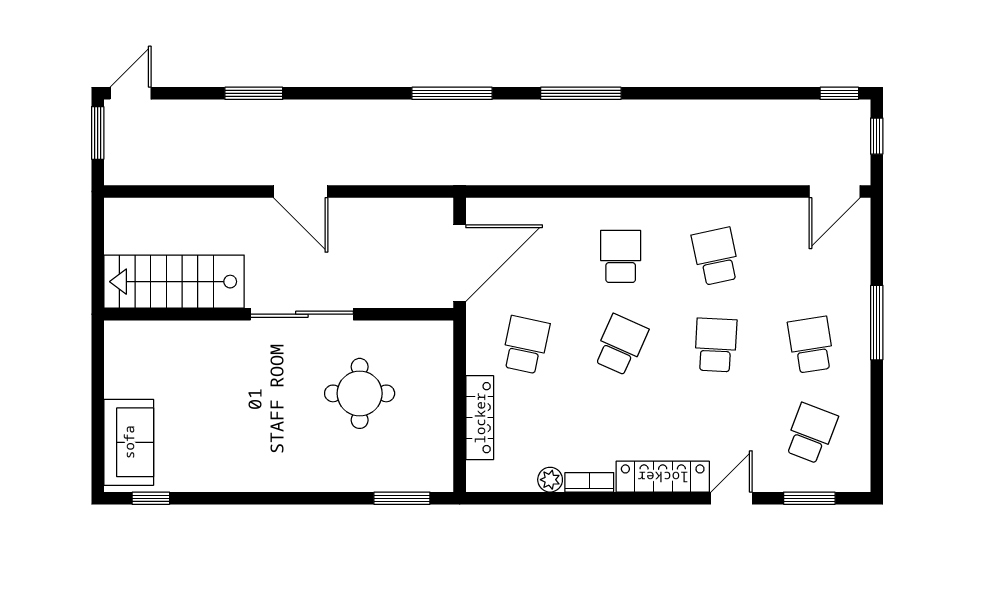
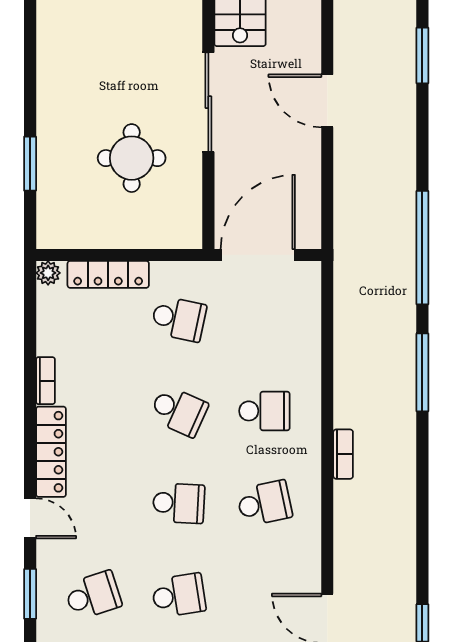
window: (452, 93) -> (422, 248), width x1.46
bookcase: (665, 175) -> (343, 454), added
door: (301, 191) -> (327, 101), hinge flipped
door: (460, 263) -> (258, 255), swing flipped
school desk: (811, 433) -> (93, 595), turned -39
plant: (550, 480) -> (48, 273), moved
window: (402, 498) -> (30, 164), moved

